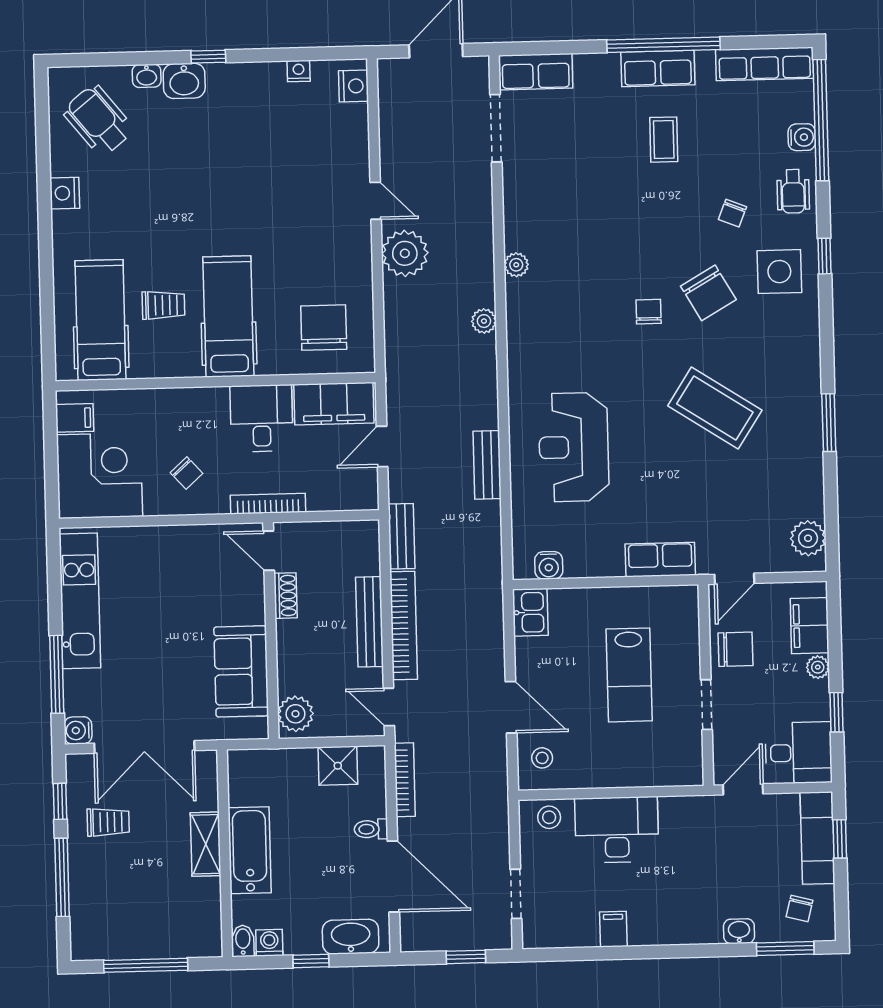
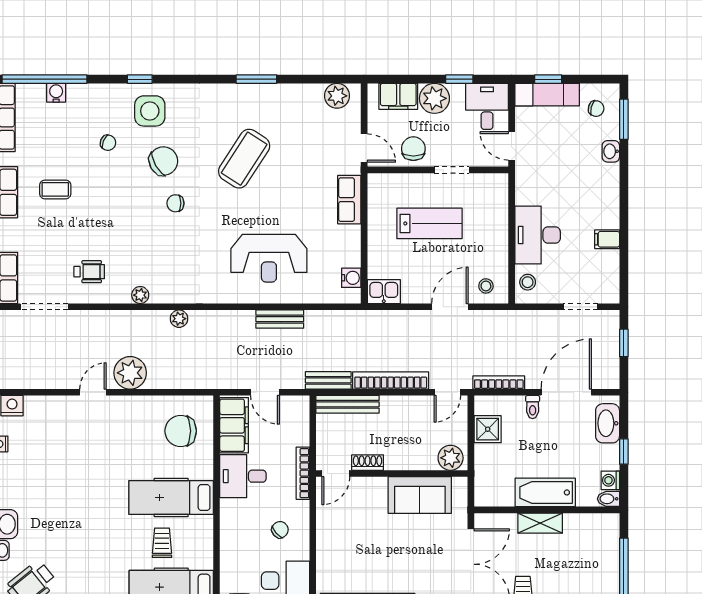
wheelchair: (793, 191) -> (89, 272), moved
bench: (369, 622) -> (348, 404), moved
plant: (818, 667) -> (434, 98), width x1.87, depth x1.87

